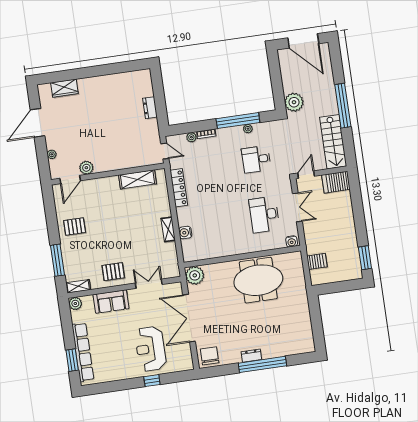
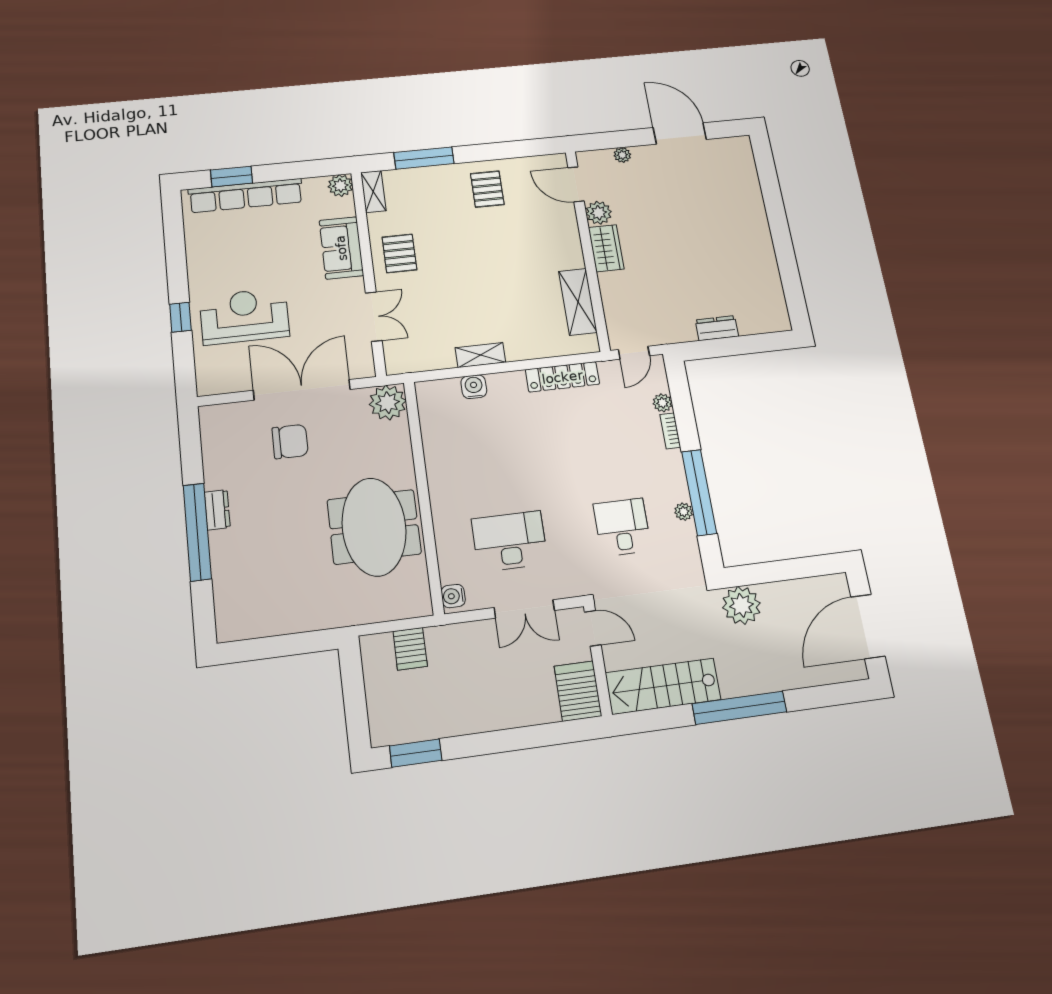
wardrobe: (64, 88) -> (606, 248), moved, turned 180
chair: (210, 356) -> (290, 442), moved

